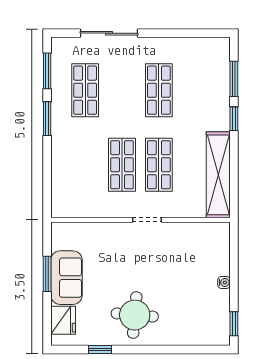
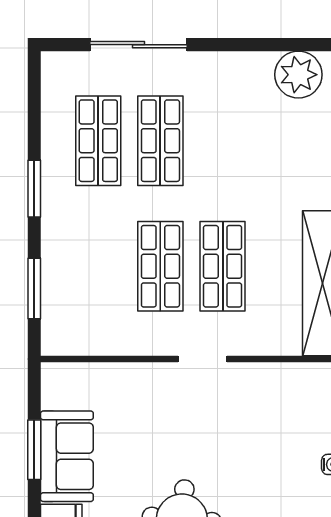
plant: (204, 51) -> (298, 75), added
window: (47, 71) -> (34, 288), moved
shop shelf: (159, 90) -> (160, 141), moved

